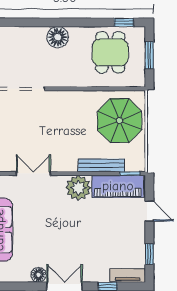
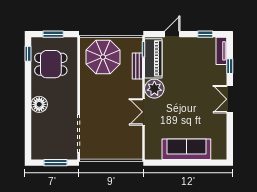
bench: (102, 165) -> (137, 66), width x0.73
double door: (33, 174) -> (144, 112), moved
floor lamp: (39, 275) -> (221, 119), removed

